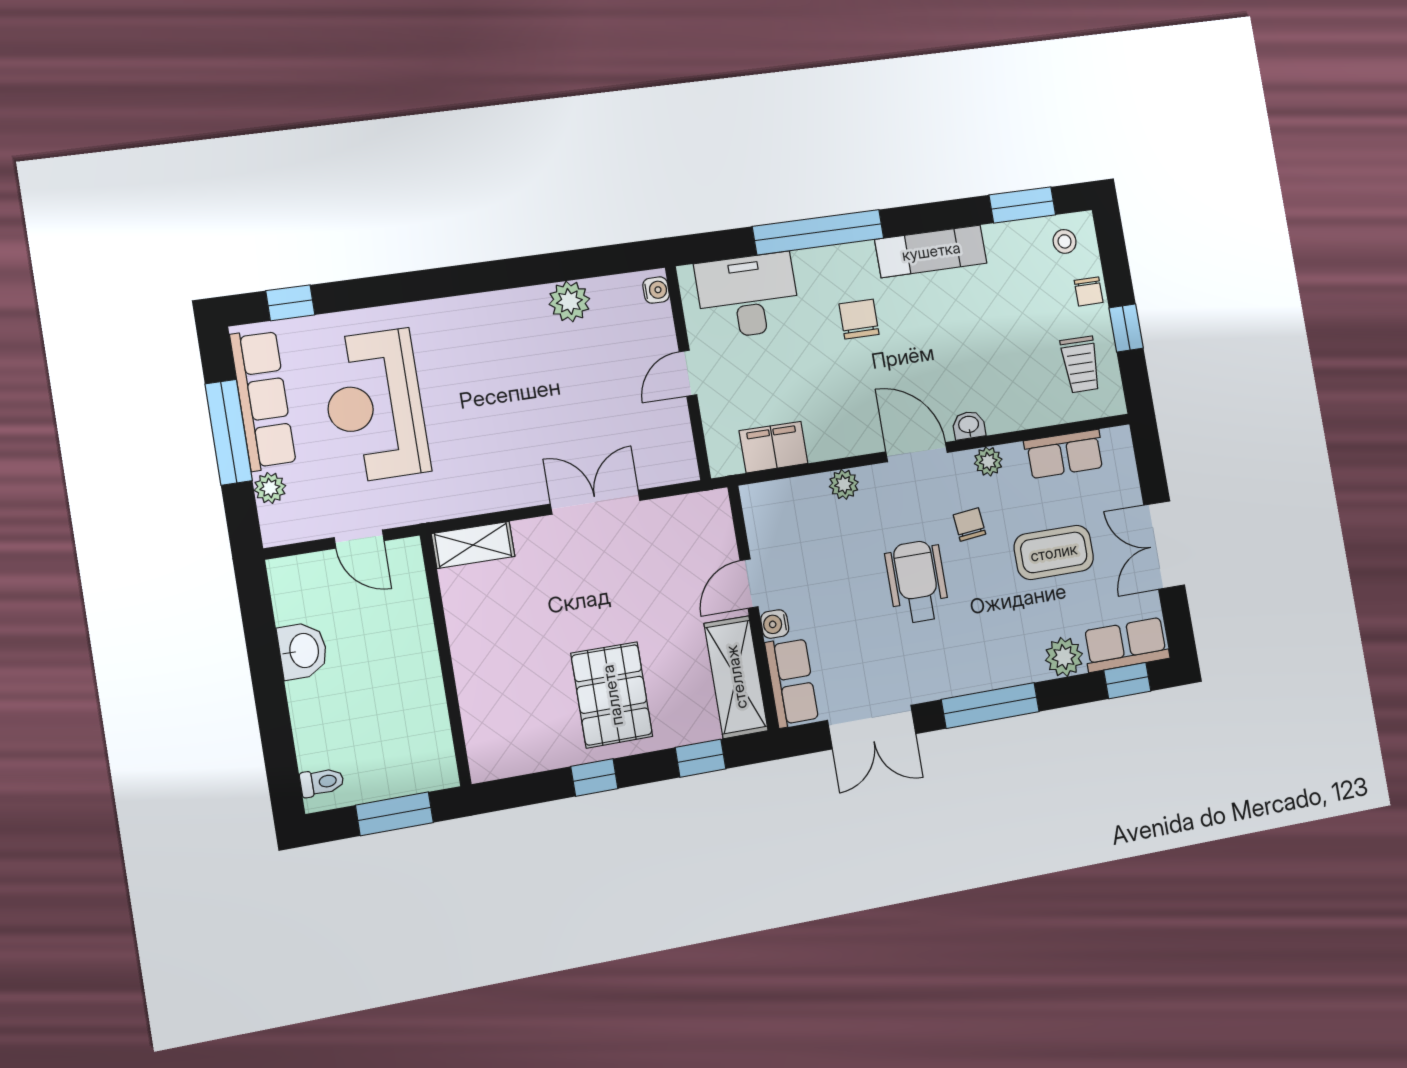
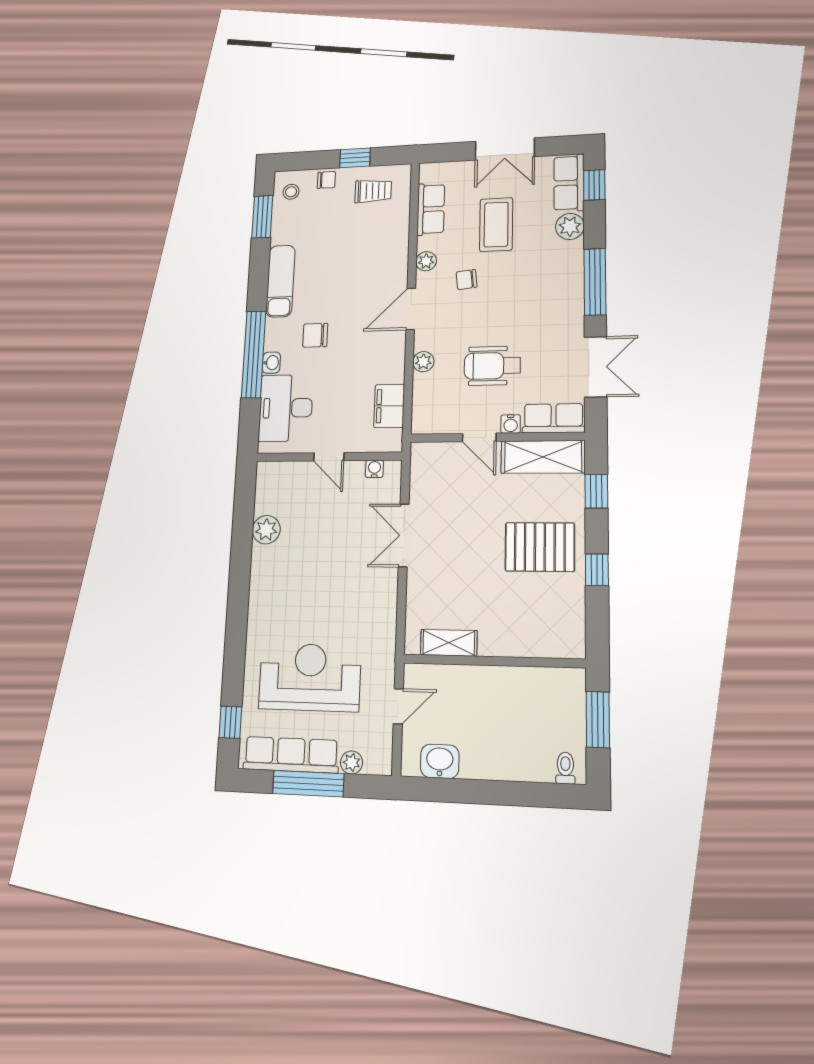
water cooler: (656, 290) -> (374, 469), moved
reception desk: (375, 406) -> (310, 677), turned 180
washbasin: (969, 425) -> (271, 363), moved, turned 180
shelving: (473, 545) -> (449, 643), moved, turned 90
wheelchair: (917, 582) -> (492, 366), moved
washbasin: (303, 651) -> (440, 761), moved

